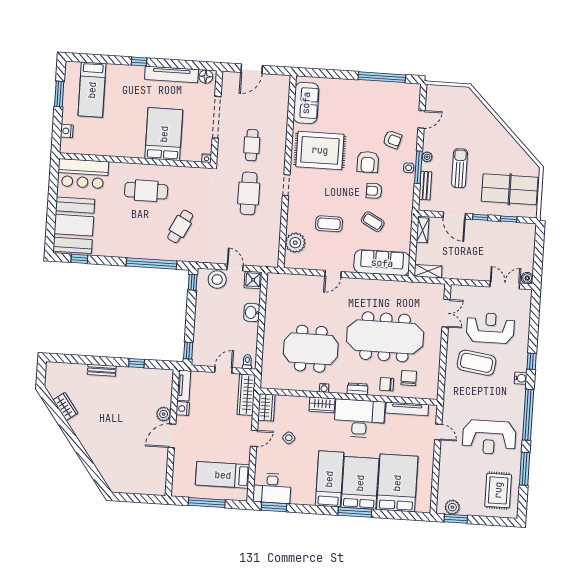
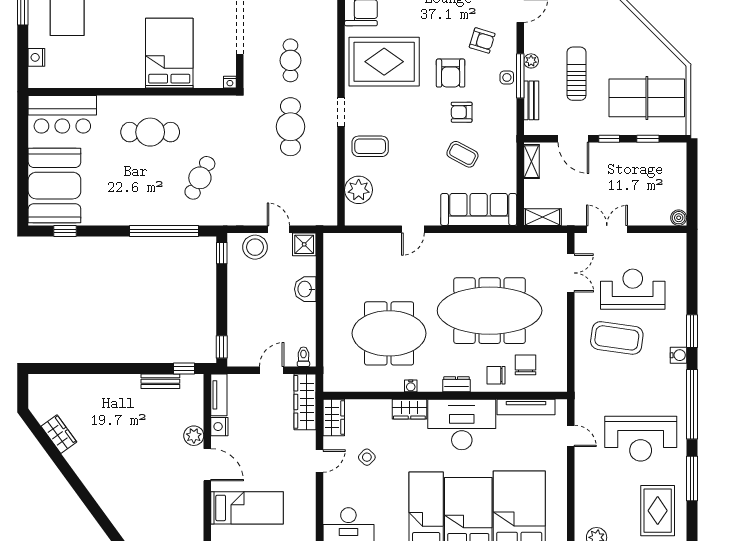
coffee table: (329, 224) -> (370, 146), moved
double door: (505, 285) -> (607, 229), moved
window: (532, 361) -> (692, 331), width x1.50
window: (137, 363) -> (184, 368), moved
bench: (102, 370) -> (160, 381), moved
door: (172, 436) -> (207, 465), swing flipped
bed: (223, 475) -> (247, 508), moved, turned 180

